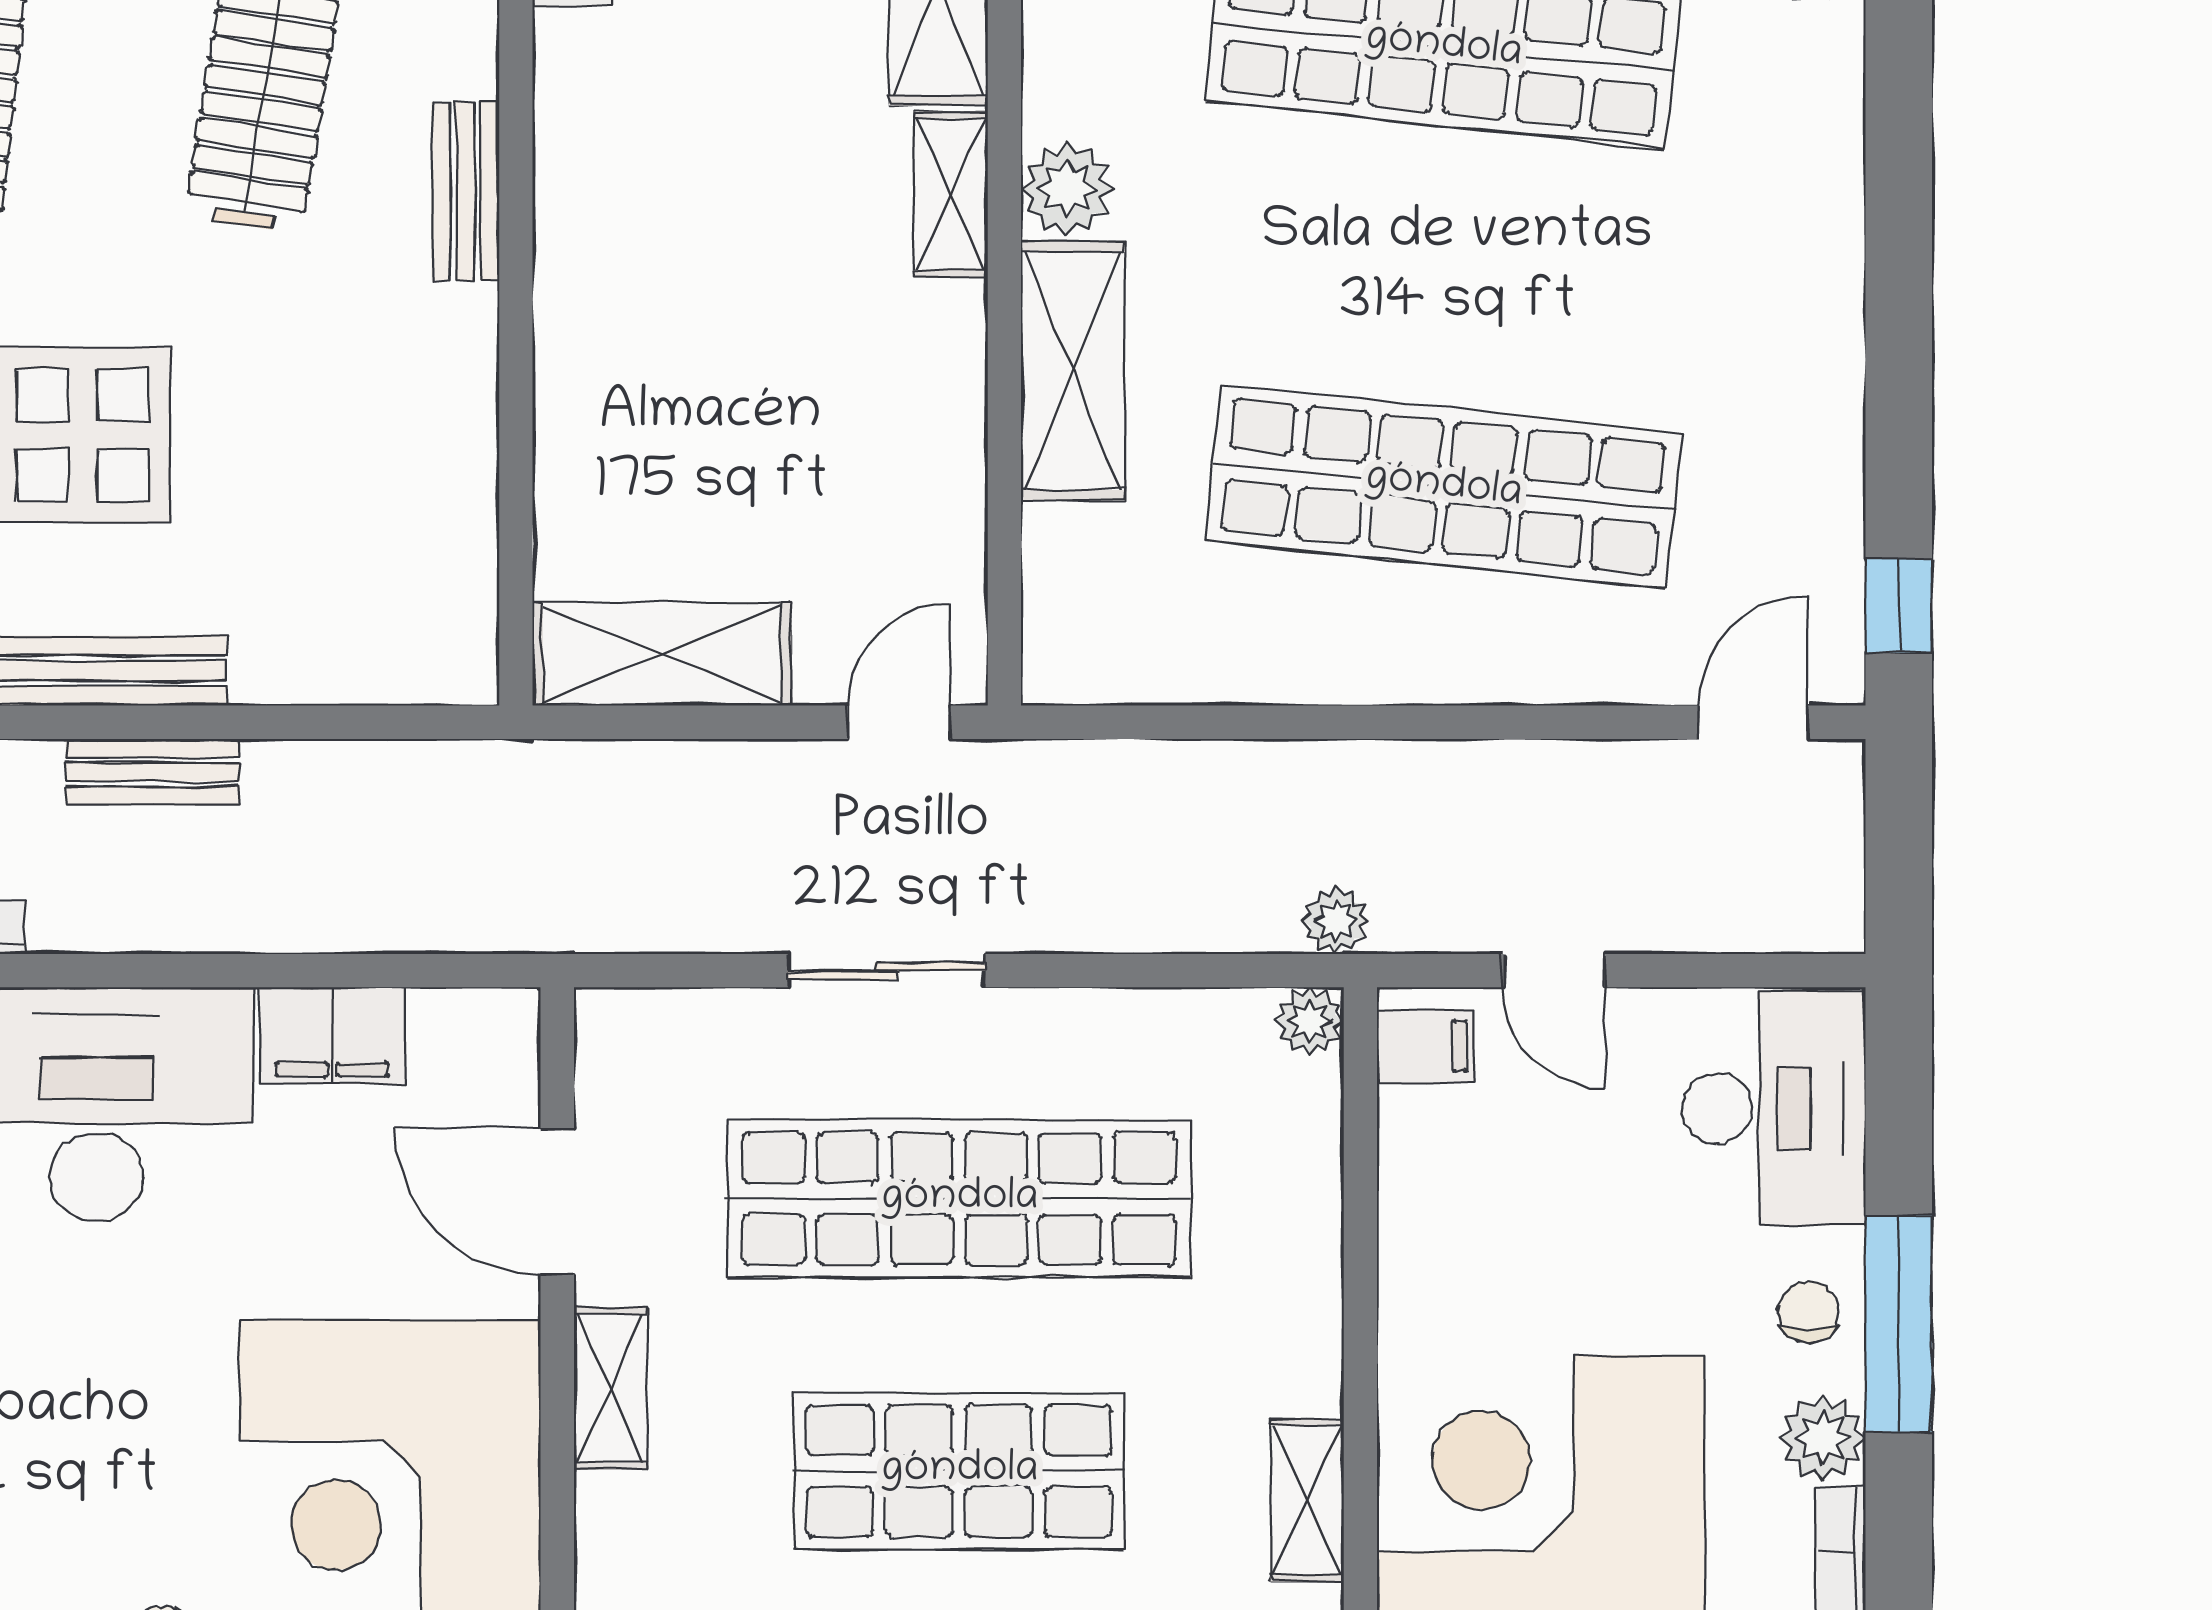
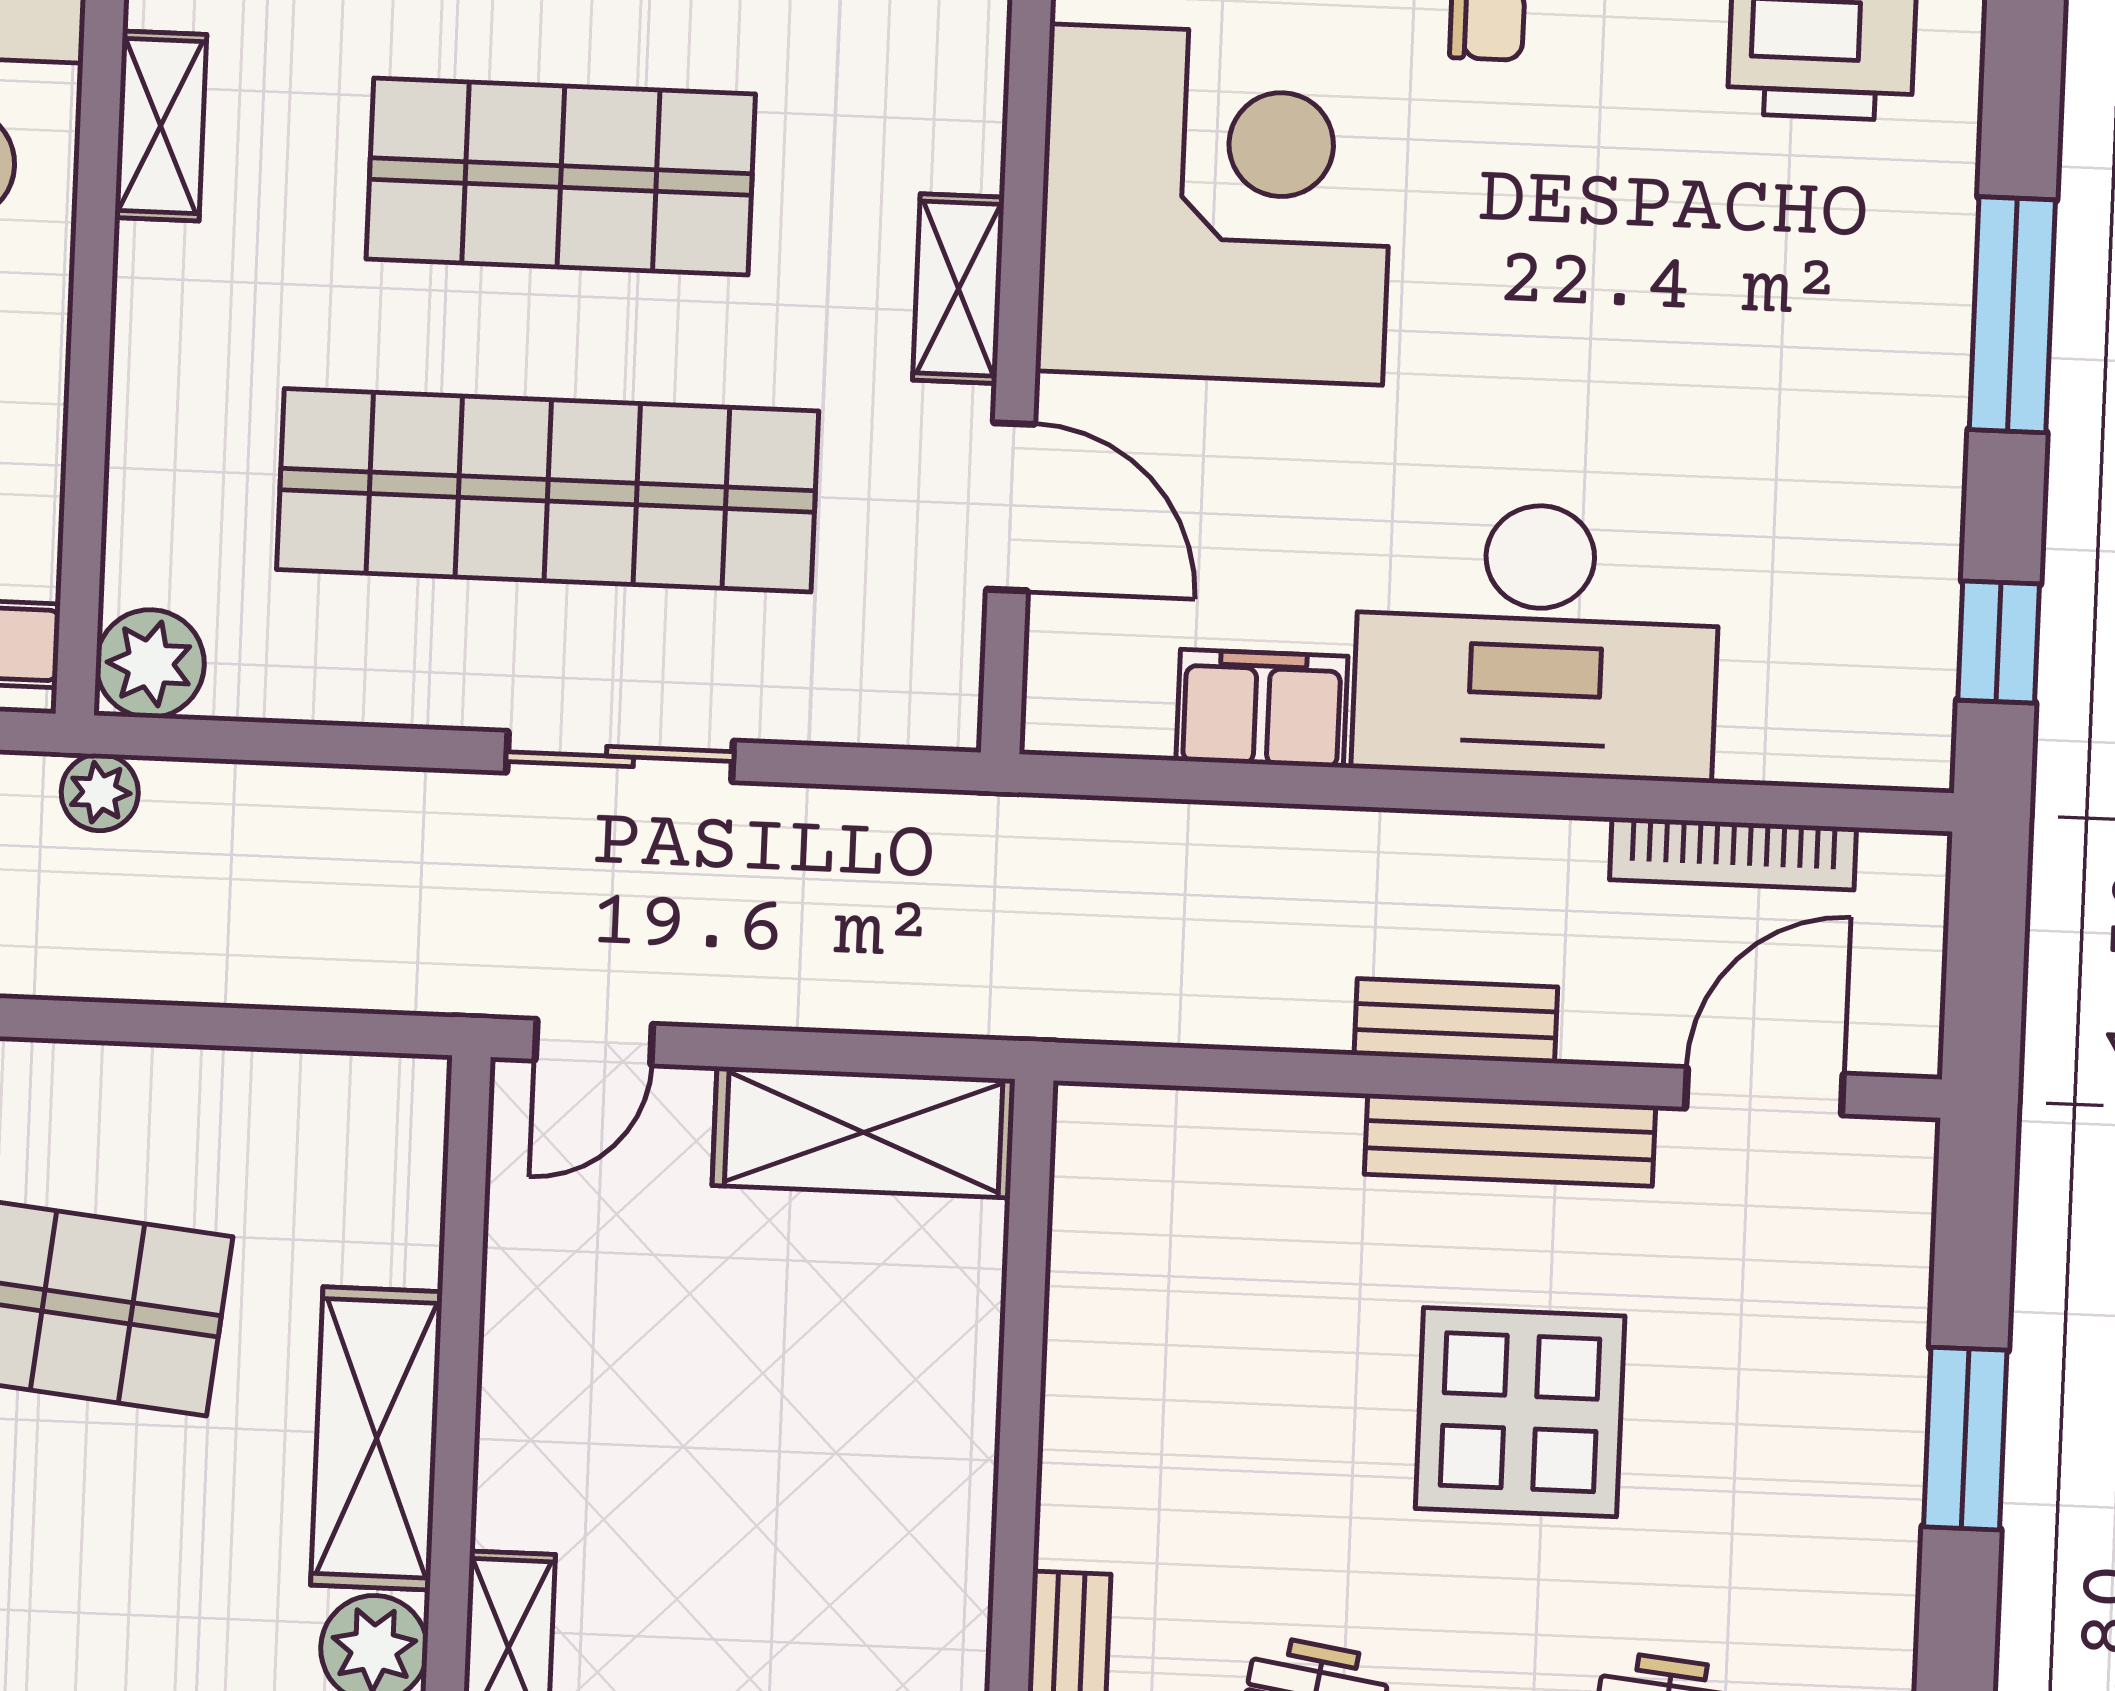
plant: (1310, 1021) -> (150, 664), width x1.38, depth x1.38

